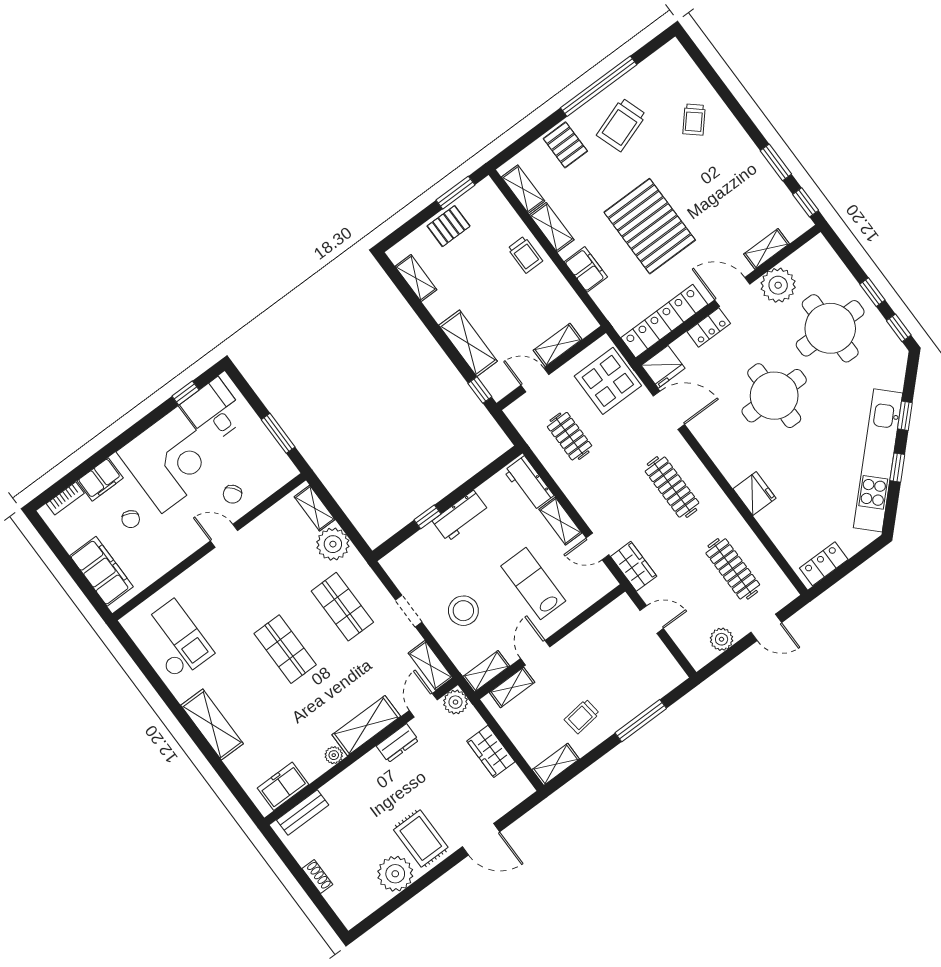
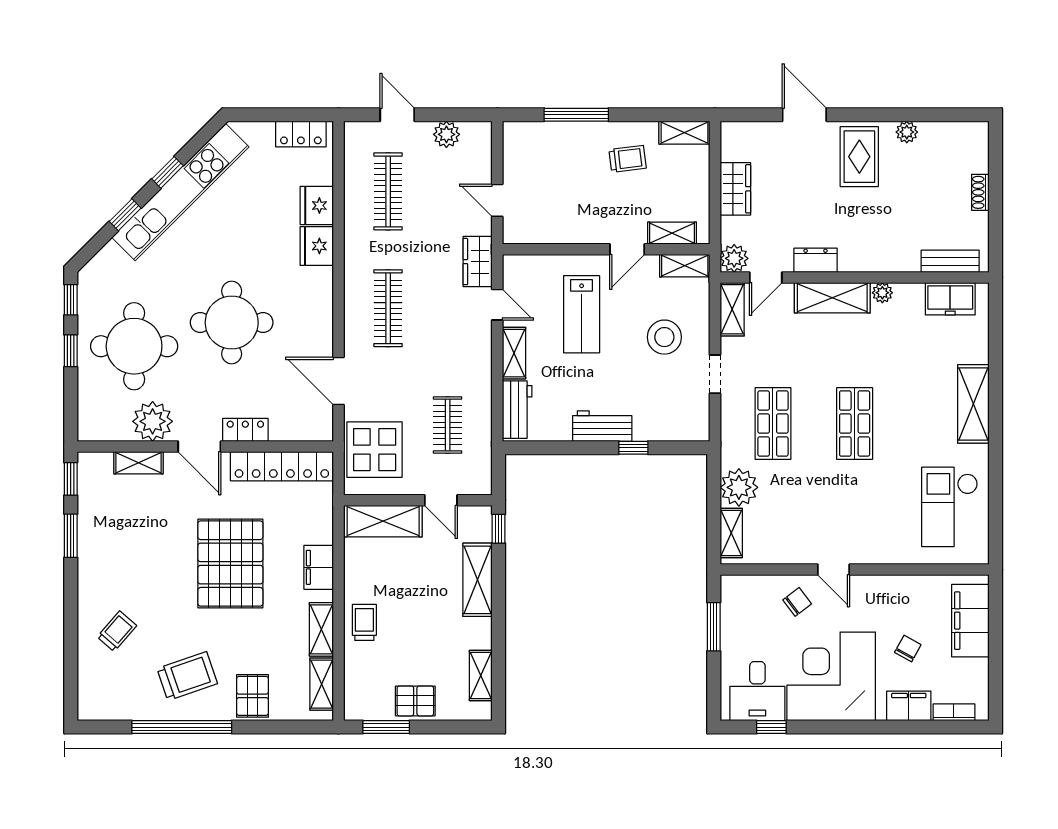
shelving: (558, 345) -> (383, 521), width x1.50, depth x1.33
fridge: (663, 367) -> (317, 206), moved, turned -90
plant: (395, 874) -> (907, 132), width x0.53, depth x0.53

